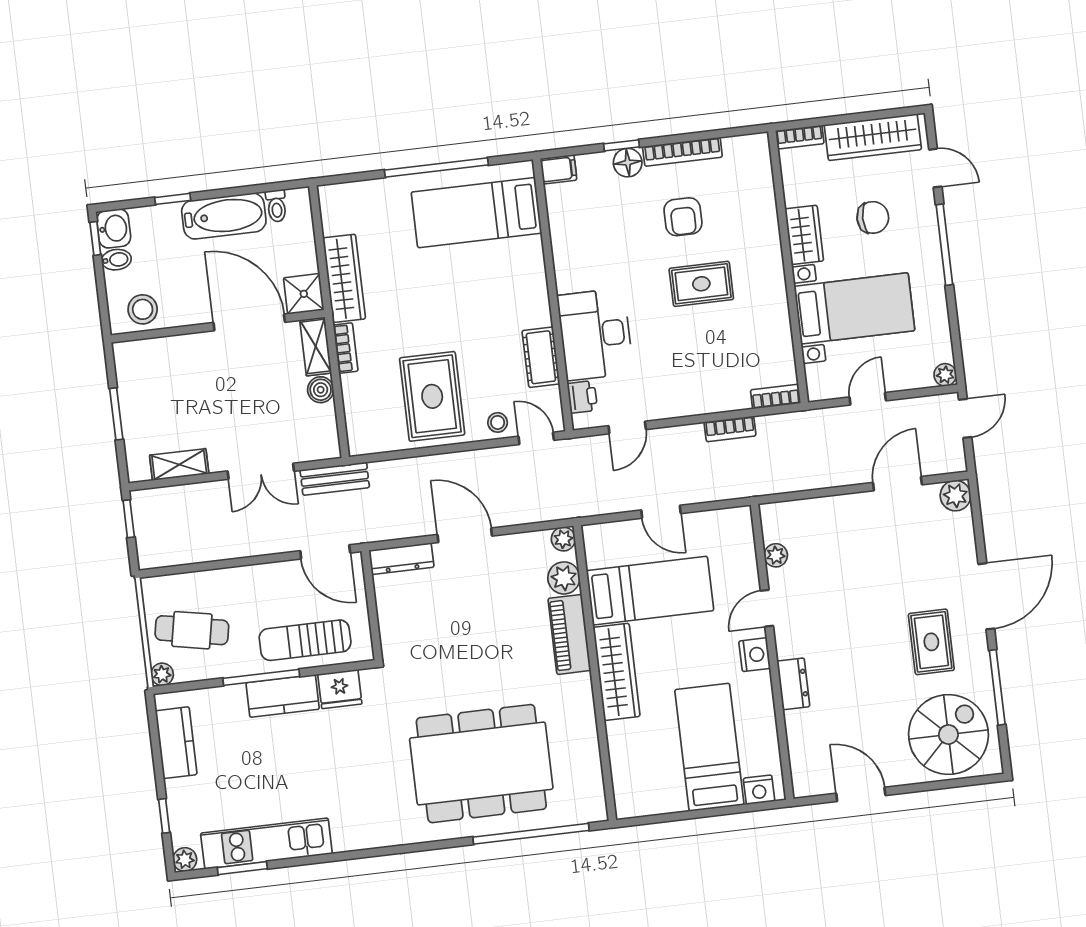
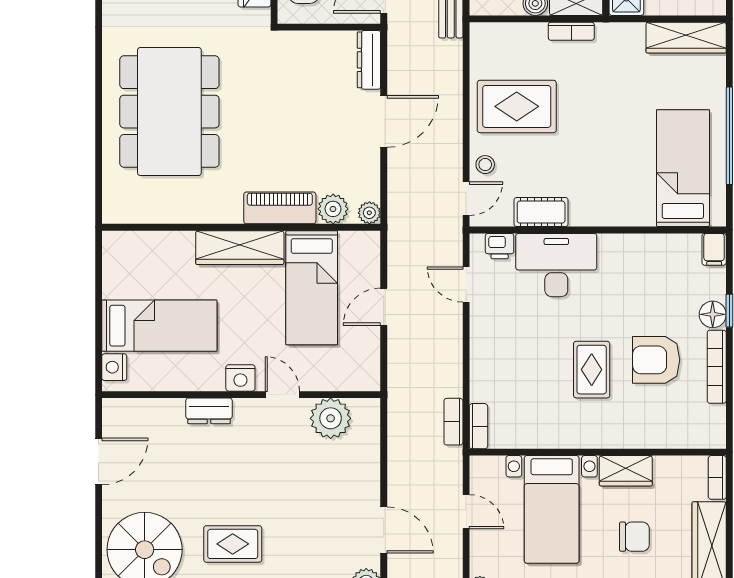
armchair: (683, 217) -> (656, 360), width x1.38, depth x1.38
chair: (873, 217) -> (634, 537), turned -90
wardrobe: (344, 278) -> (686, 38), moved
bookcase: (730, 429) -> (453, 422), moved
plant: (776, 555) -> (331, 418), width x1.88, depth x1.88
window: (531, 834) -> (99, 150), removed

